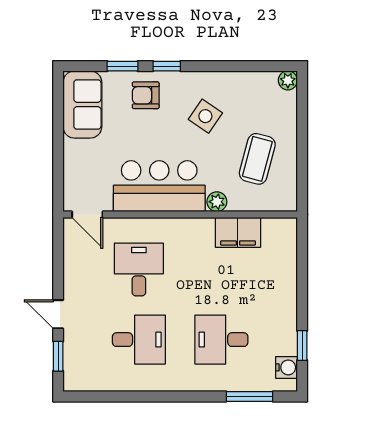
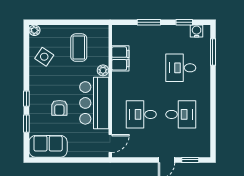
armchair: (146, 95) -> (59, 108), moved
side table: (205, 116) -> (44, 57), moved
coffee table: (257, 159) -> (79, 48), turned 75
window: (302, 283) -> (149, 22), added
desk: (139, 340) -> (181, 114), turned 90
desk: (221, 340) -> (181, 68), turned 90

